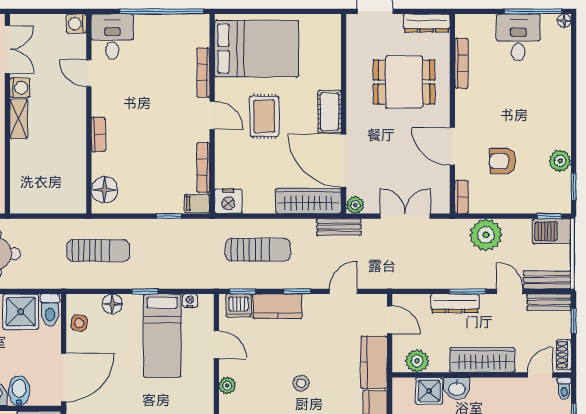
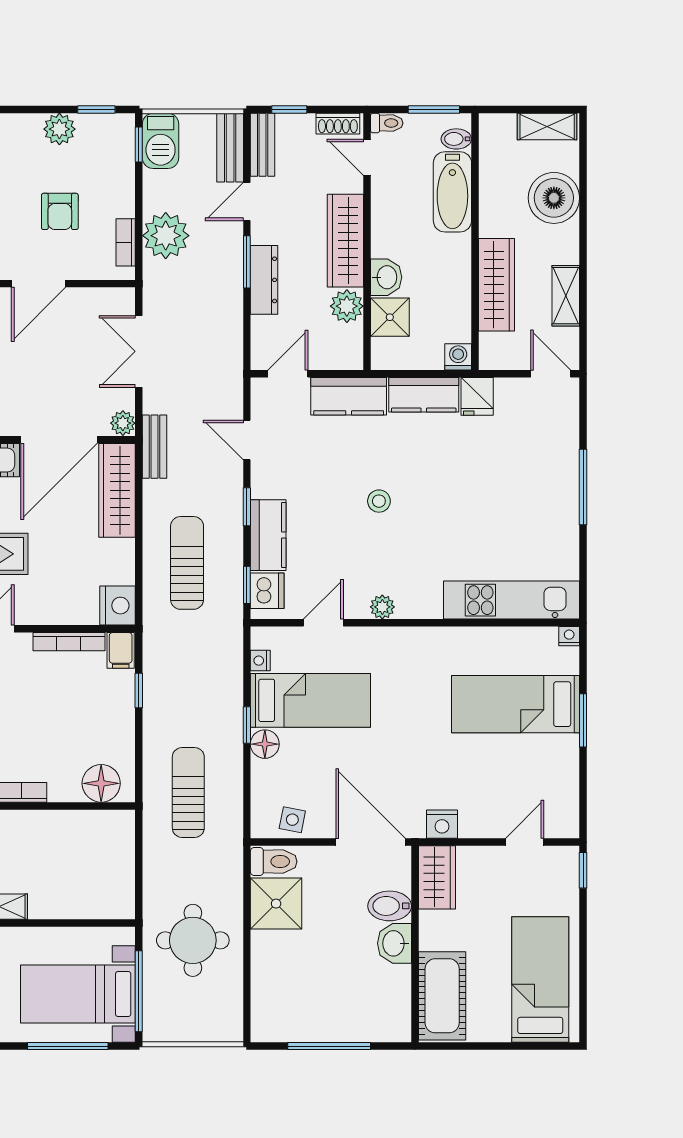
bookcase: (462, 197) -> (126, 242), moved, turned -90
floor lamp: (112, 304) -> (265, 744), moved
plant: (417, 361) -> (347, 306), moved

